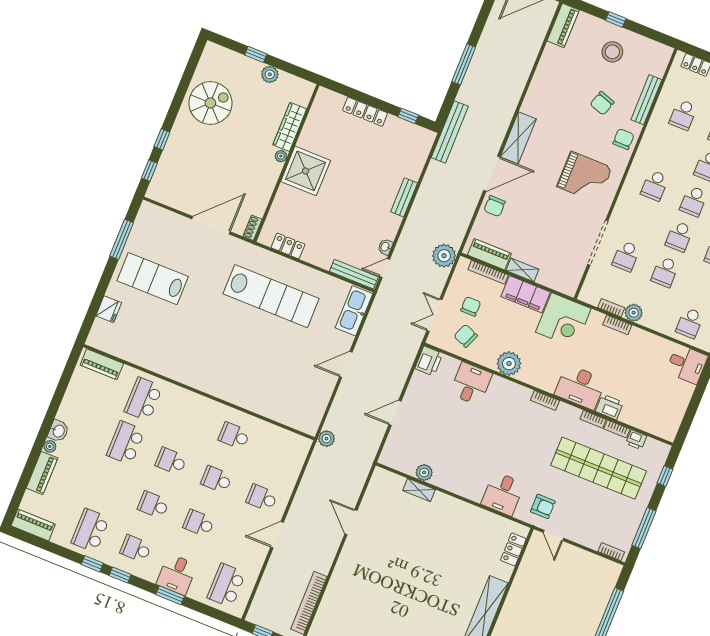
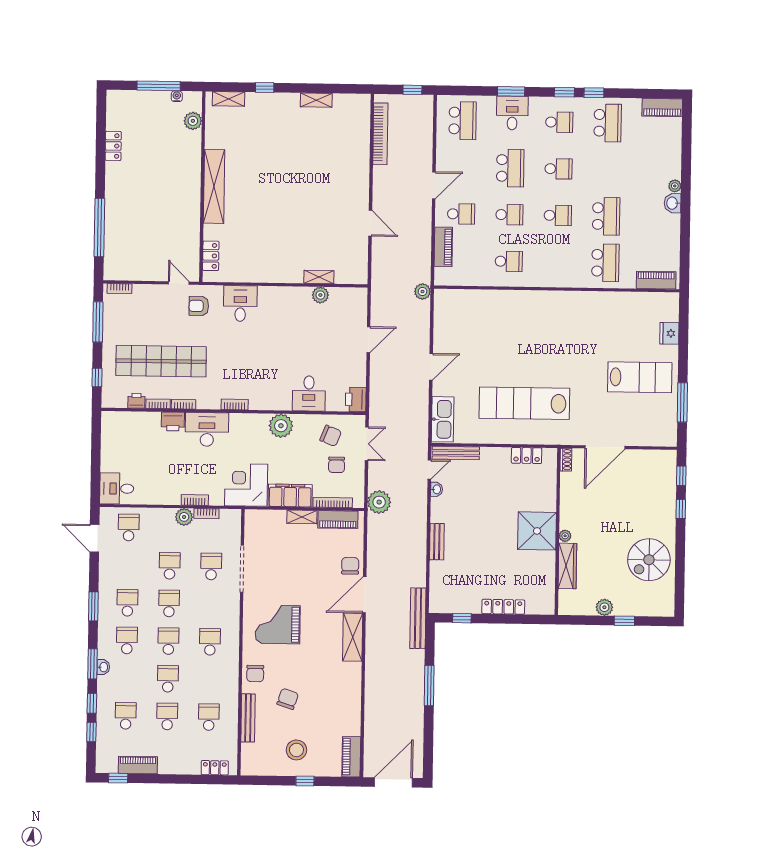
piano: (42, 473) -> (443, 247), moved, turned 180
school desk: (199, 523) -> (510, 168), width x1.85

